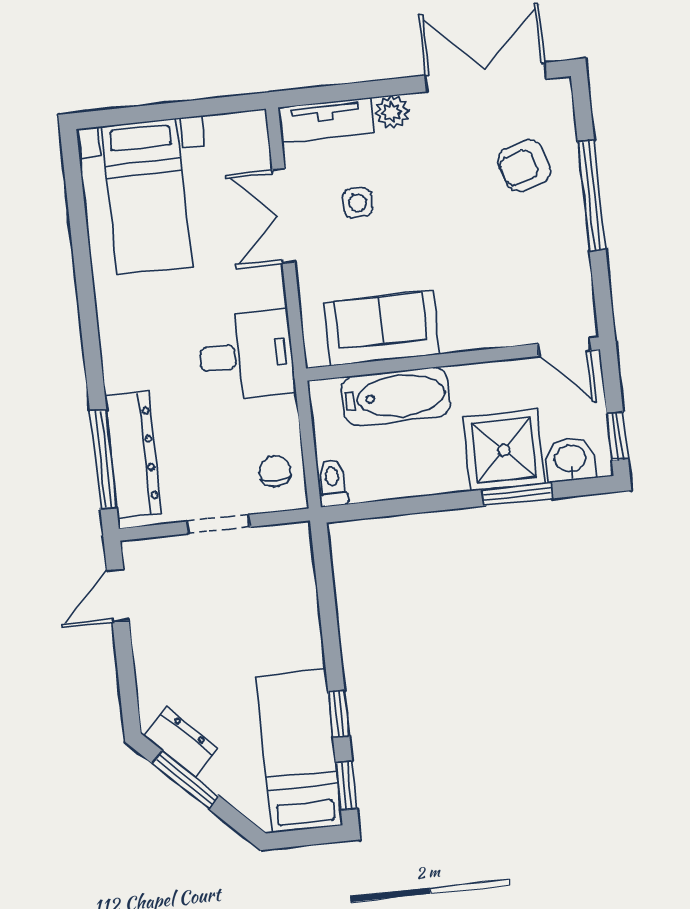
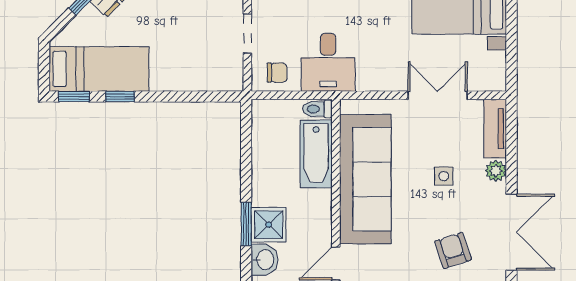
side table: (358, 203) -> (444, 176), moved
sofa: (382, 329) -> (365, 179), width x1.85, depth x1.27
desk: (246, 355) -> (328, 62), moved
shower: (504, 450) -> (269, 225), width x0.73, depth x0.73
toilet: (332, 483) -> (317, 109), moved, turned 180

